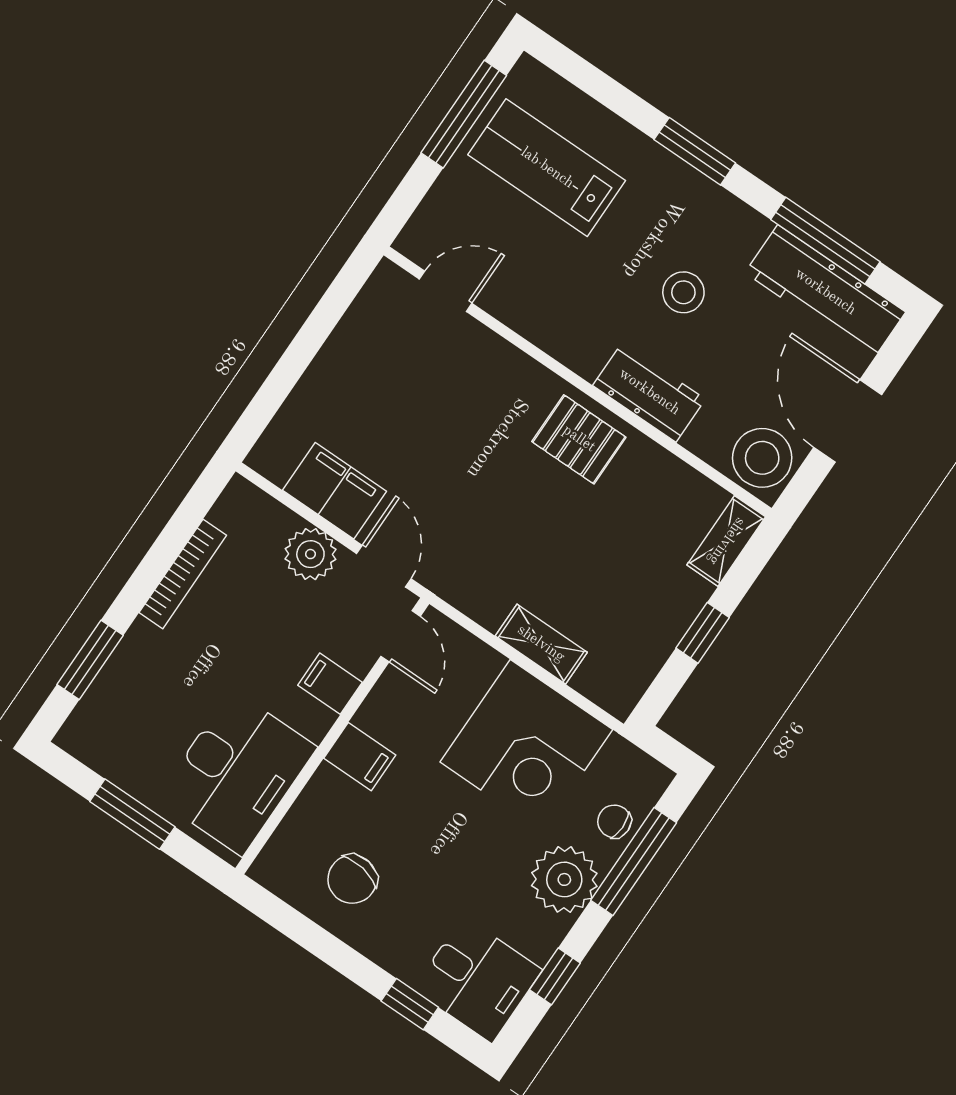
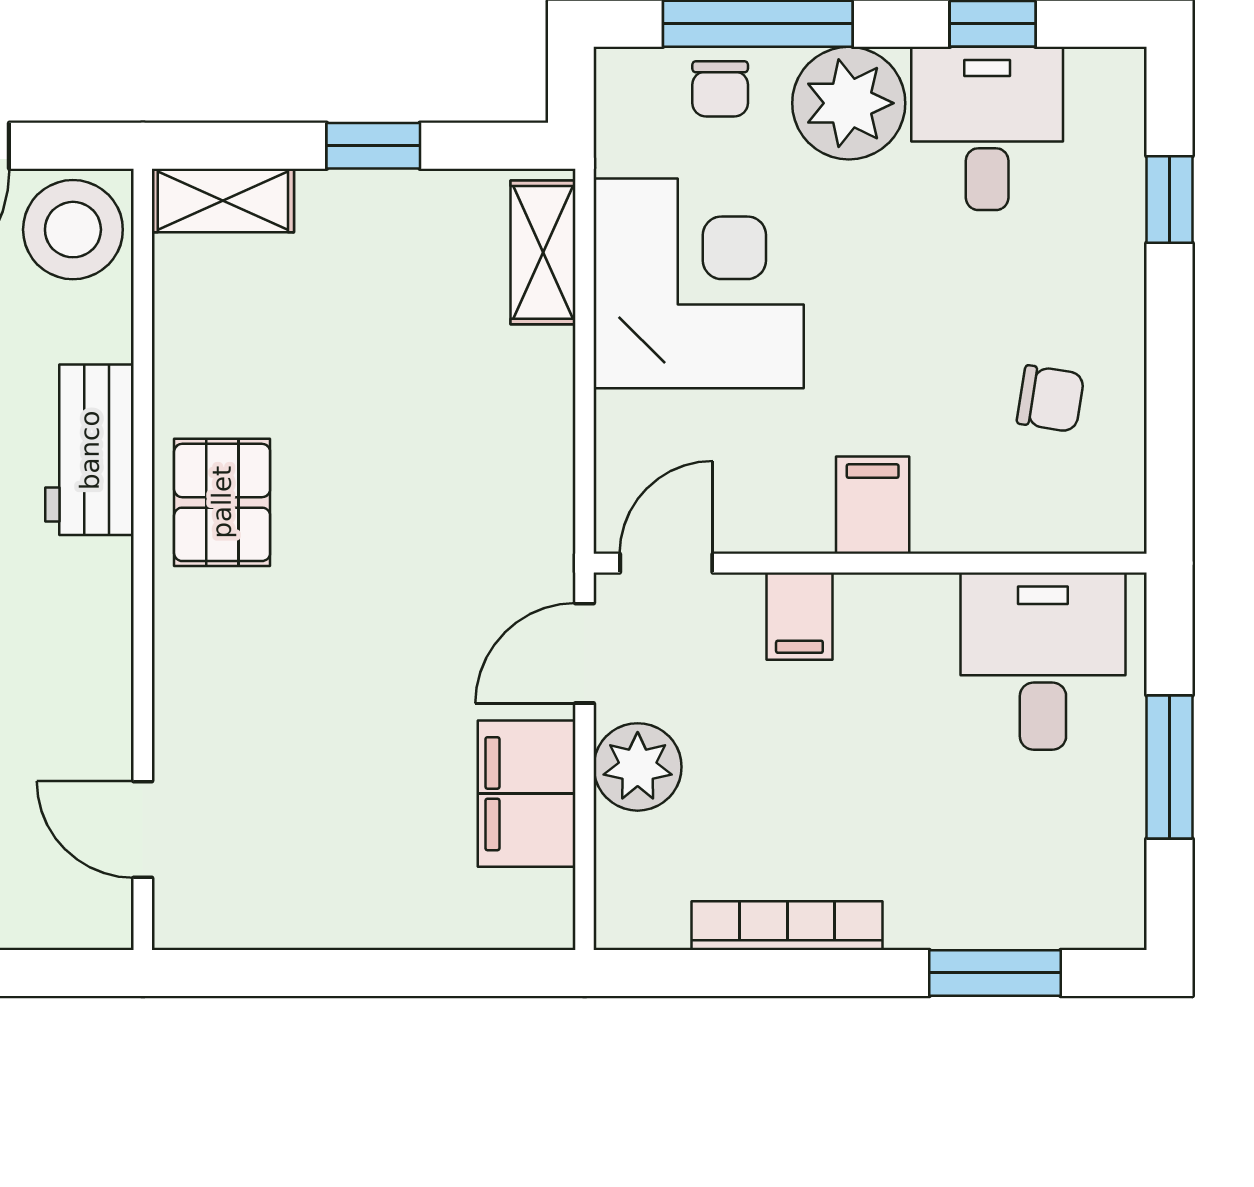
shelving: (541, 644) -> (543, 252), moved
desk: (237, 773) -> (1043, 661), width x0.73
chair: (352, 879) -> (1051, 399), width x0.73, depth x0.73
desk: (478, 980) -> (987, 128), moved

